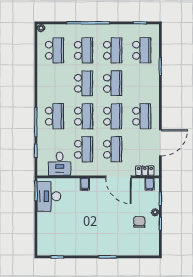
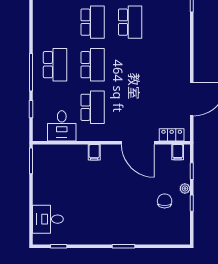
school desk: (113, 116) -> (130, 65), removed
school desk: (142, 116) -> (168, 65), removed
school desk: (113, 149) -> (130, 107), removed
desk: (49, 196) -> (48, 219), moved, width x0.73

